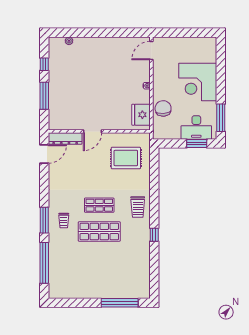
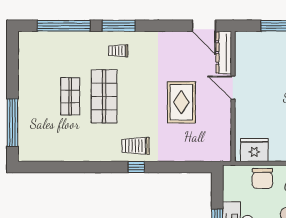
chair: (163, 108) -> (262, 178), turned 95
rug: (126, 158) -> (181, 102), moved
shop shelf: (99, 205) -> (70, 96), moved
window: (154, 235) -> (136, 167), moved

